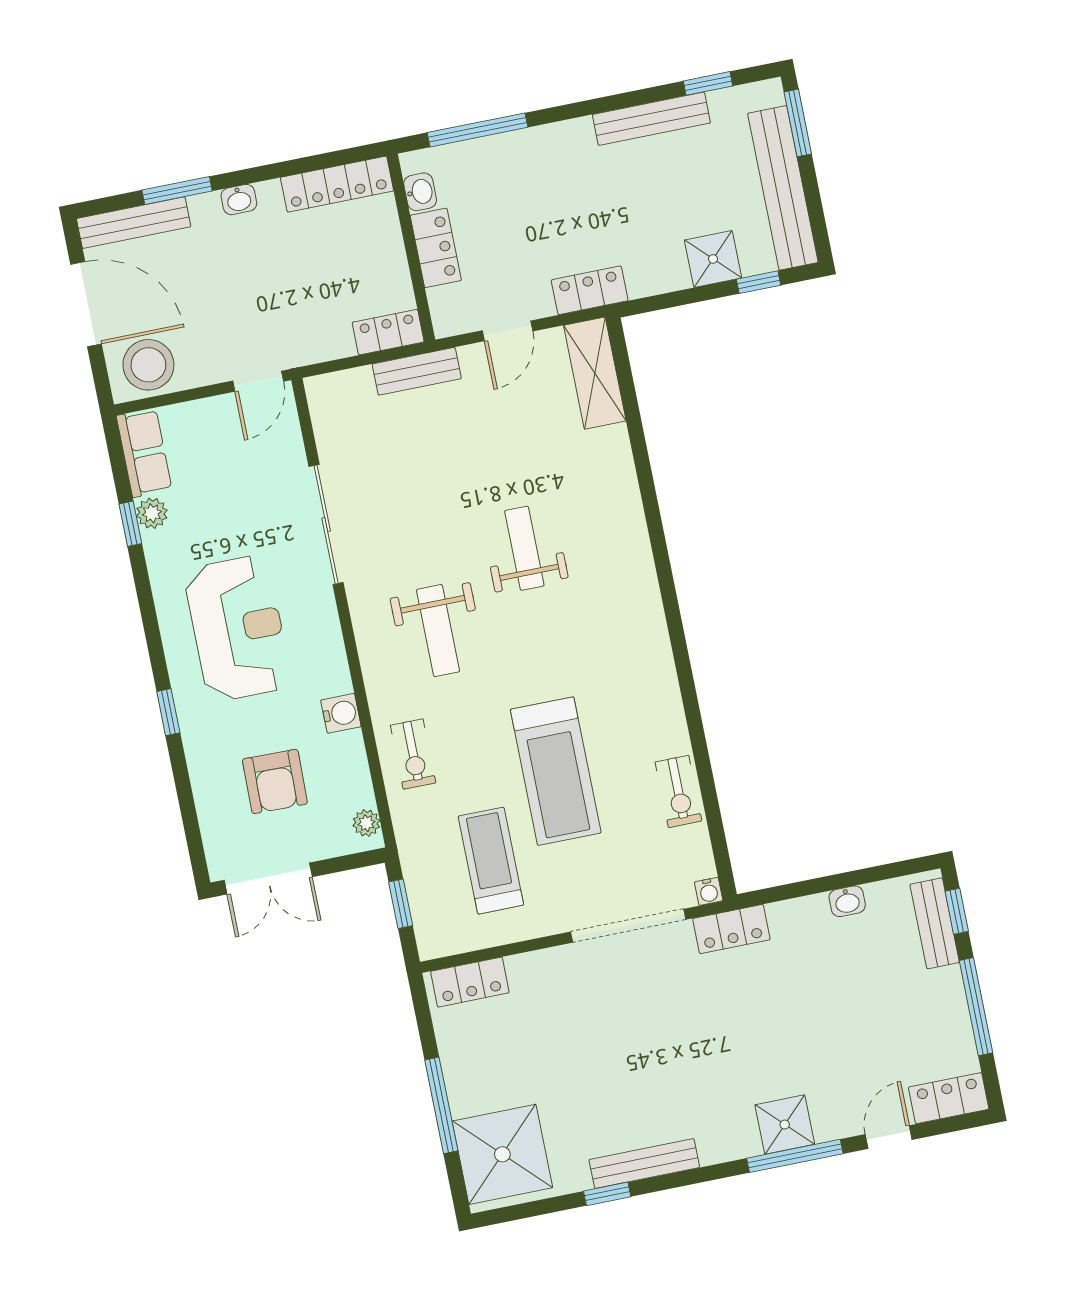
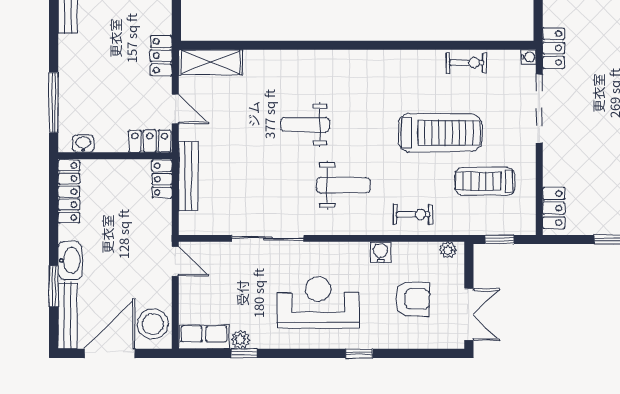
washbasin: (239, 200) -> (70, 260), width x1.91, depth x1.45
locker: (436, 248) -> (150, 141), moved
bench: (417, 371) -> (188, 176), width x1.36

